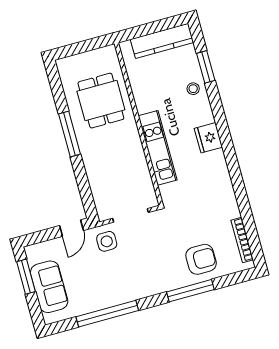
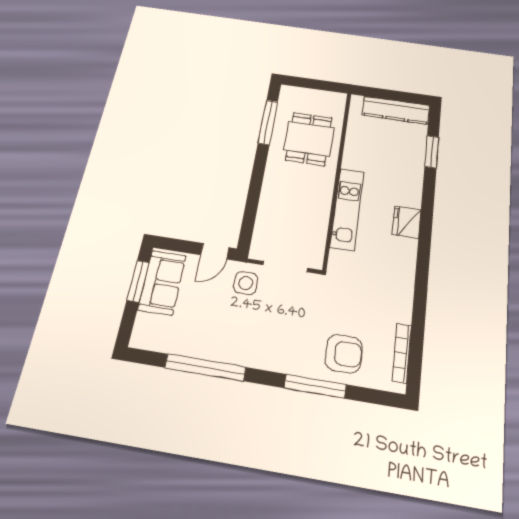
stool: (193, 89) -> (410, 167), removed
window: (69, 134) -> (268, 122), moved
sofa: (49, 287) -> (162, 283), moved

